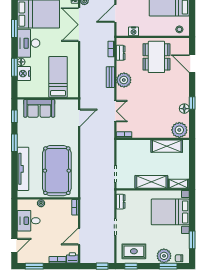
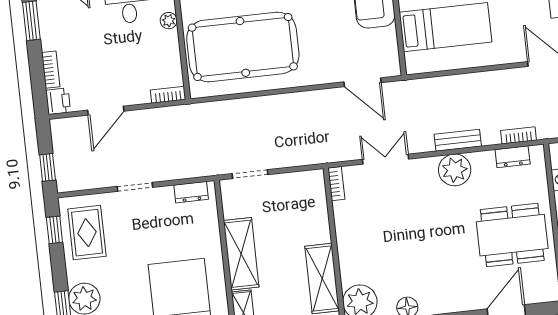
double door: (115, 111) -> (385, 159), swing flipped
door: (79, 237) -> (106, 111), swing flipped

